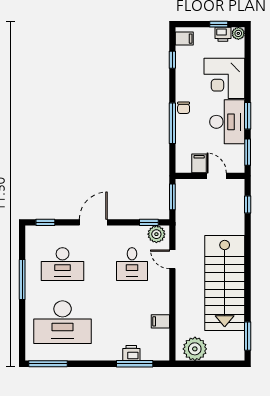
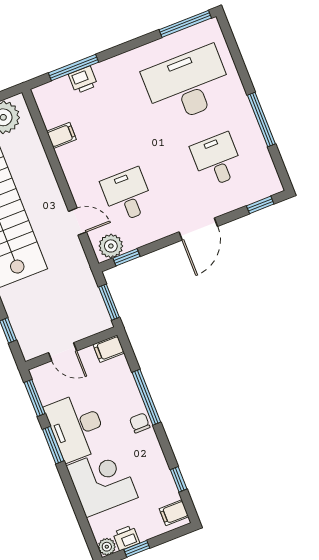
filing cabinet: (199, 163) -> (109, 349), moved, turned 90
desk: (63, 264) -> (217, 160), width x0.73

